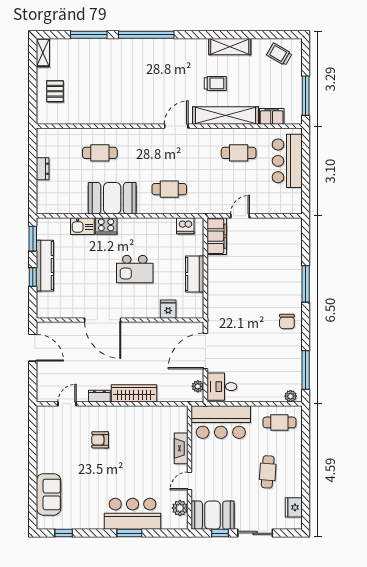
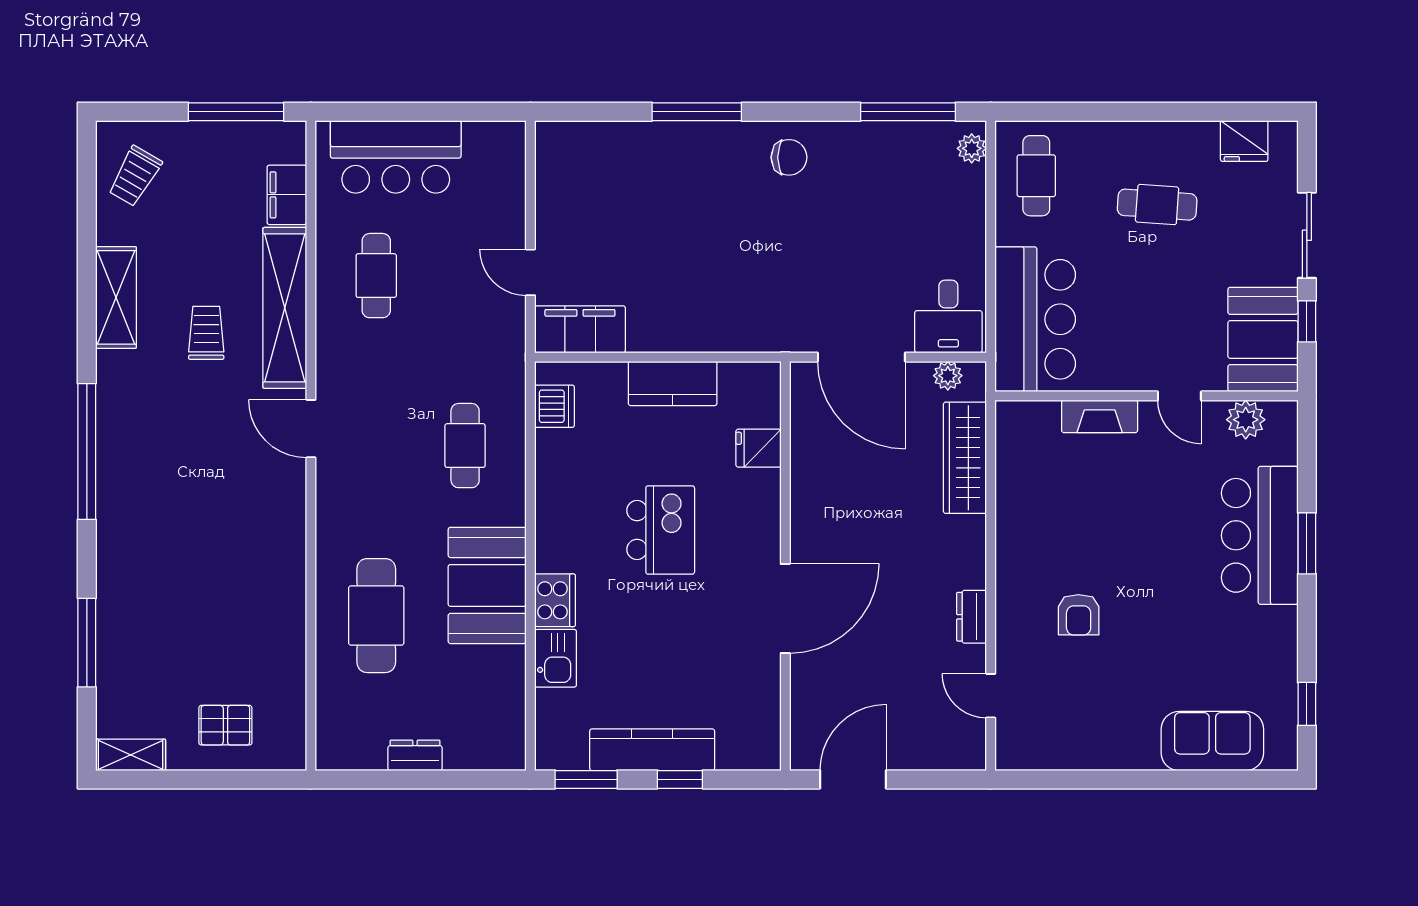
window: (146, 35) -> (87, 452), moved
cafe table: (100, 153) -> (376, 616), width x1.37, depth x1.35
wardrobe: (134, 393) -> (965, 458), moved

